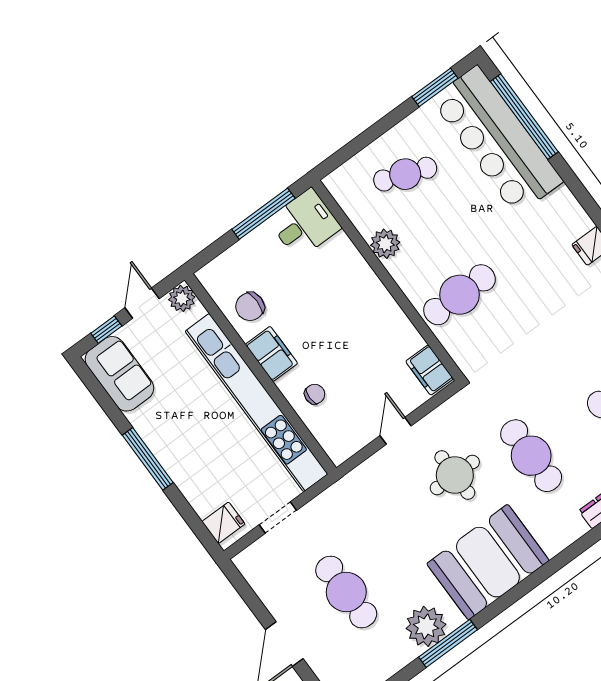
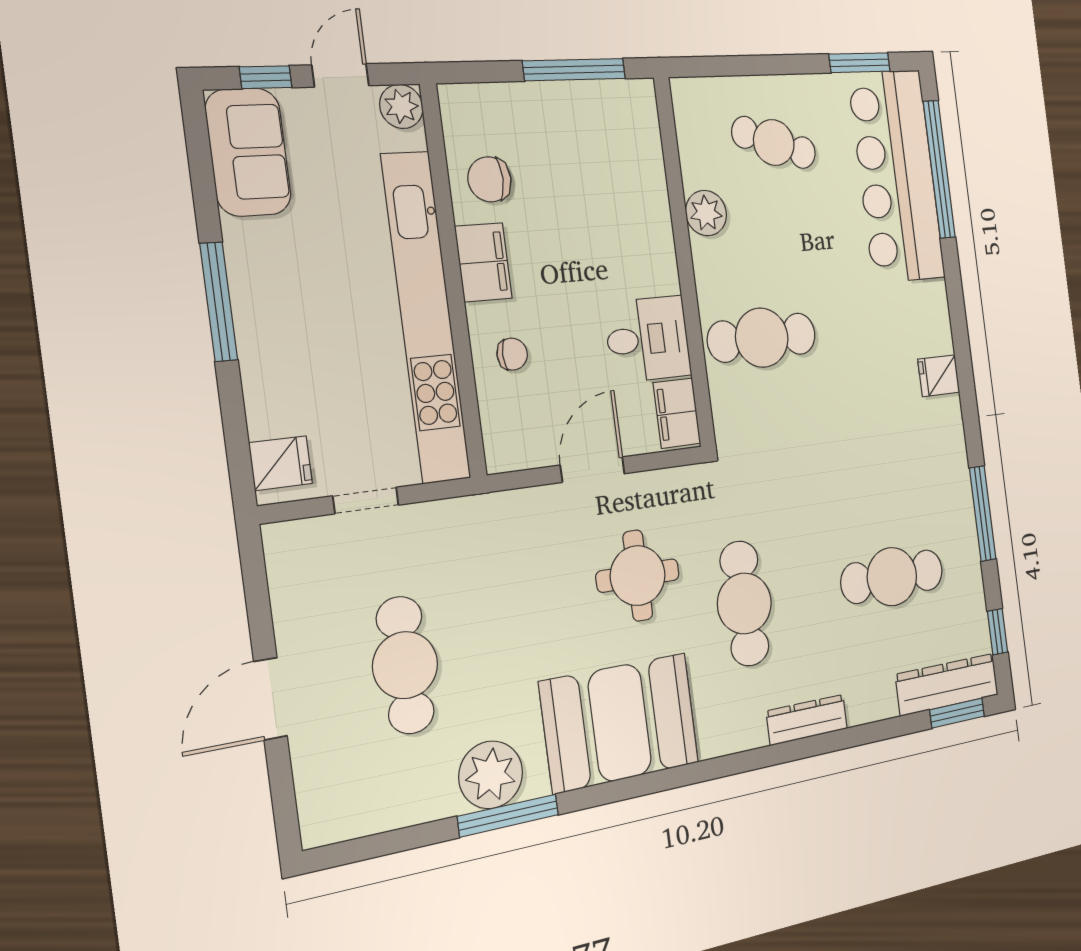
desk: (304, 224) -> (648, 339), moved
door: (396, 431) -> (593, 469), width x1.38

